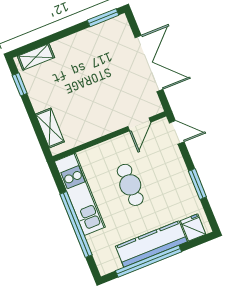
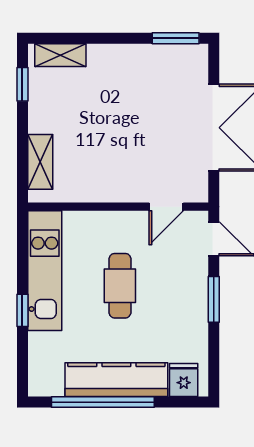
window: (197, 184) -> (214, 299), moved
window: (76, 224) -> (22, 310), width x0.32

